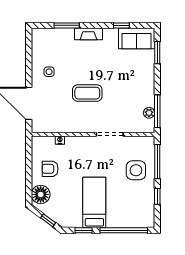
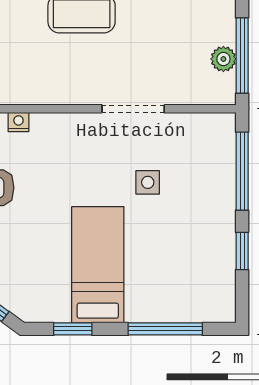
side table: (136, 170) -> (148, 182), moved, width x0.54, depth x0.54
window: (124, 230) -> (165, 329), width x0.68

